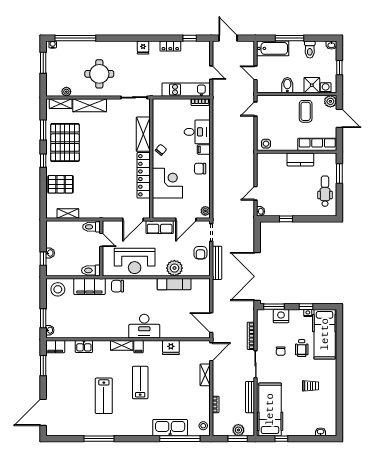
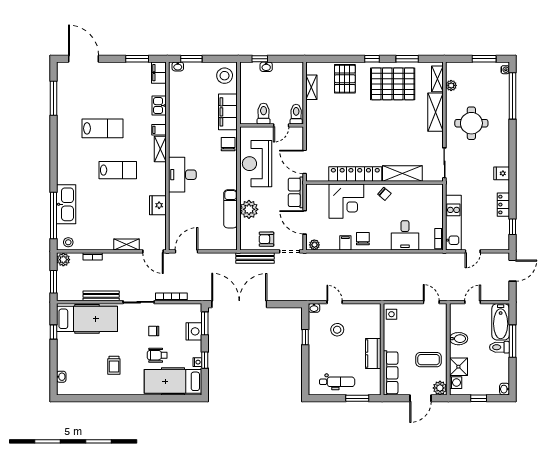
toilet: (310, 49) -> (499, 347), moved
filing cabinet: (204, 149) -> (345, 243), moved
stool: (280, 191) -> (337, 330), added
toilet: (91, 270) -> (264, 114), moved
filing cabinet: (139, 347) -> (159, 130), moved
lab bench: (104, 396) -> (103, 128), turned 180
plant: (238, 430) -> (63, 260), moved
window: (99, 439) -> (54, 98), moved

